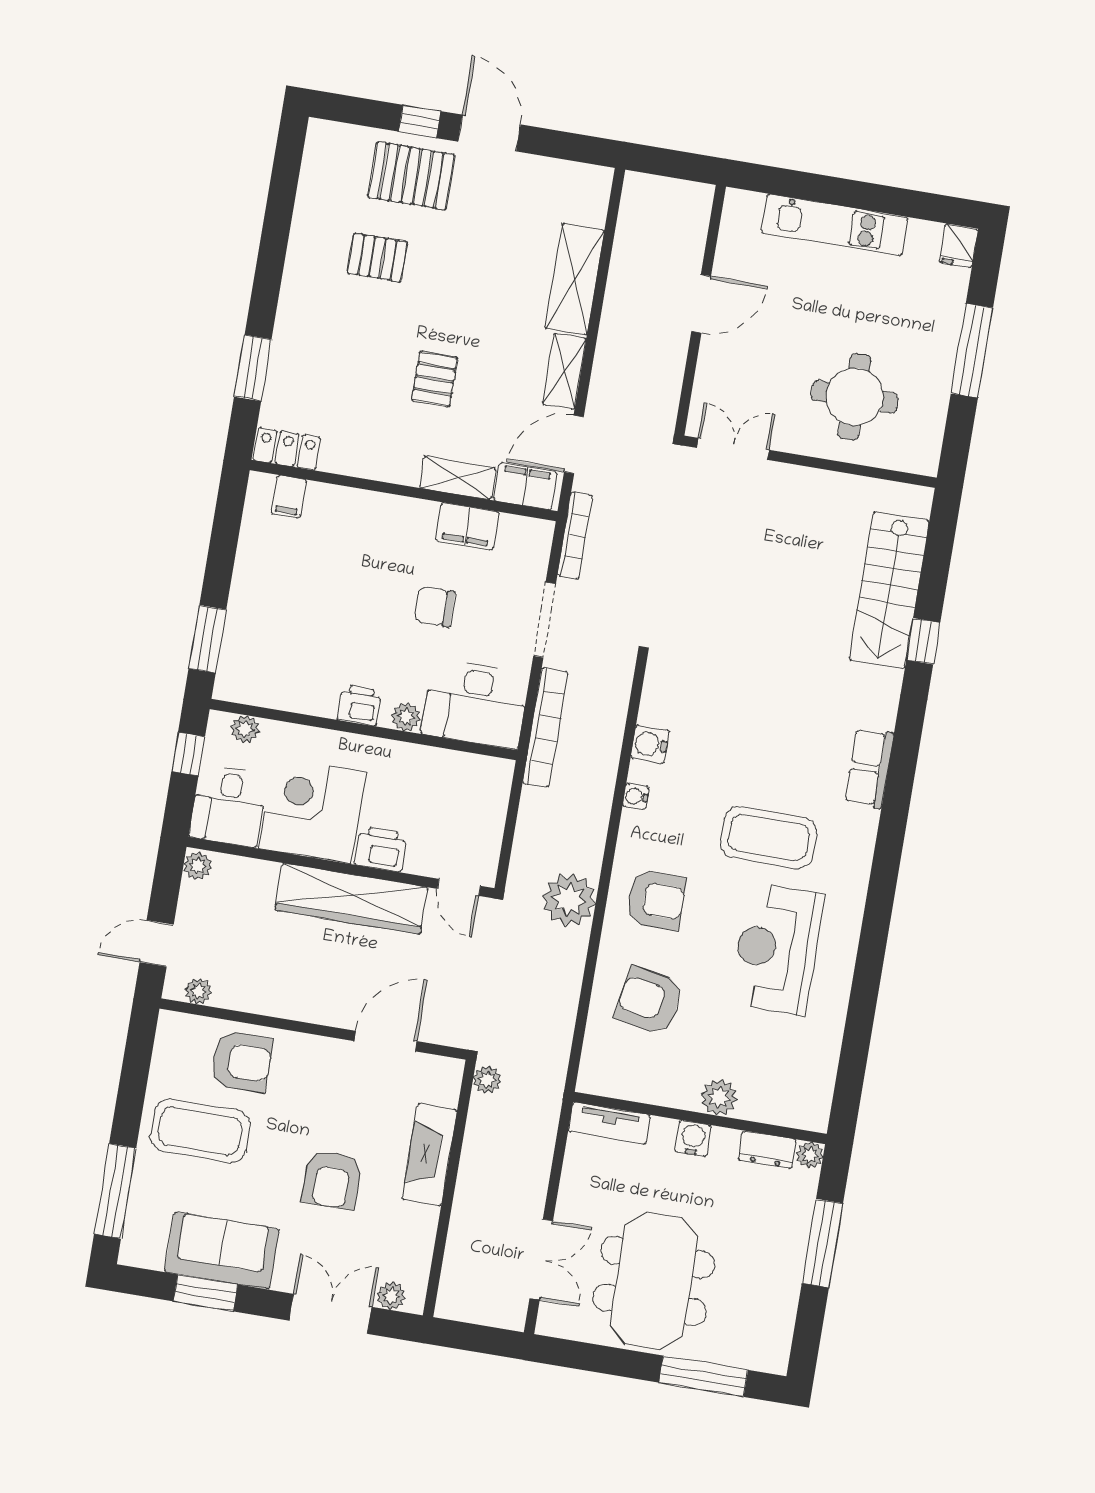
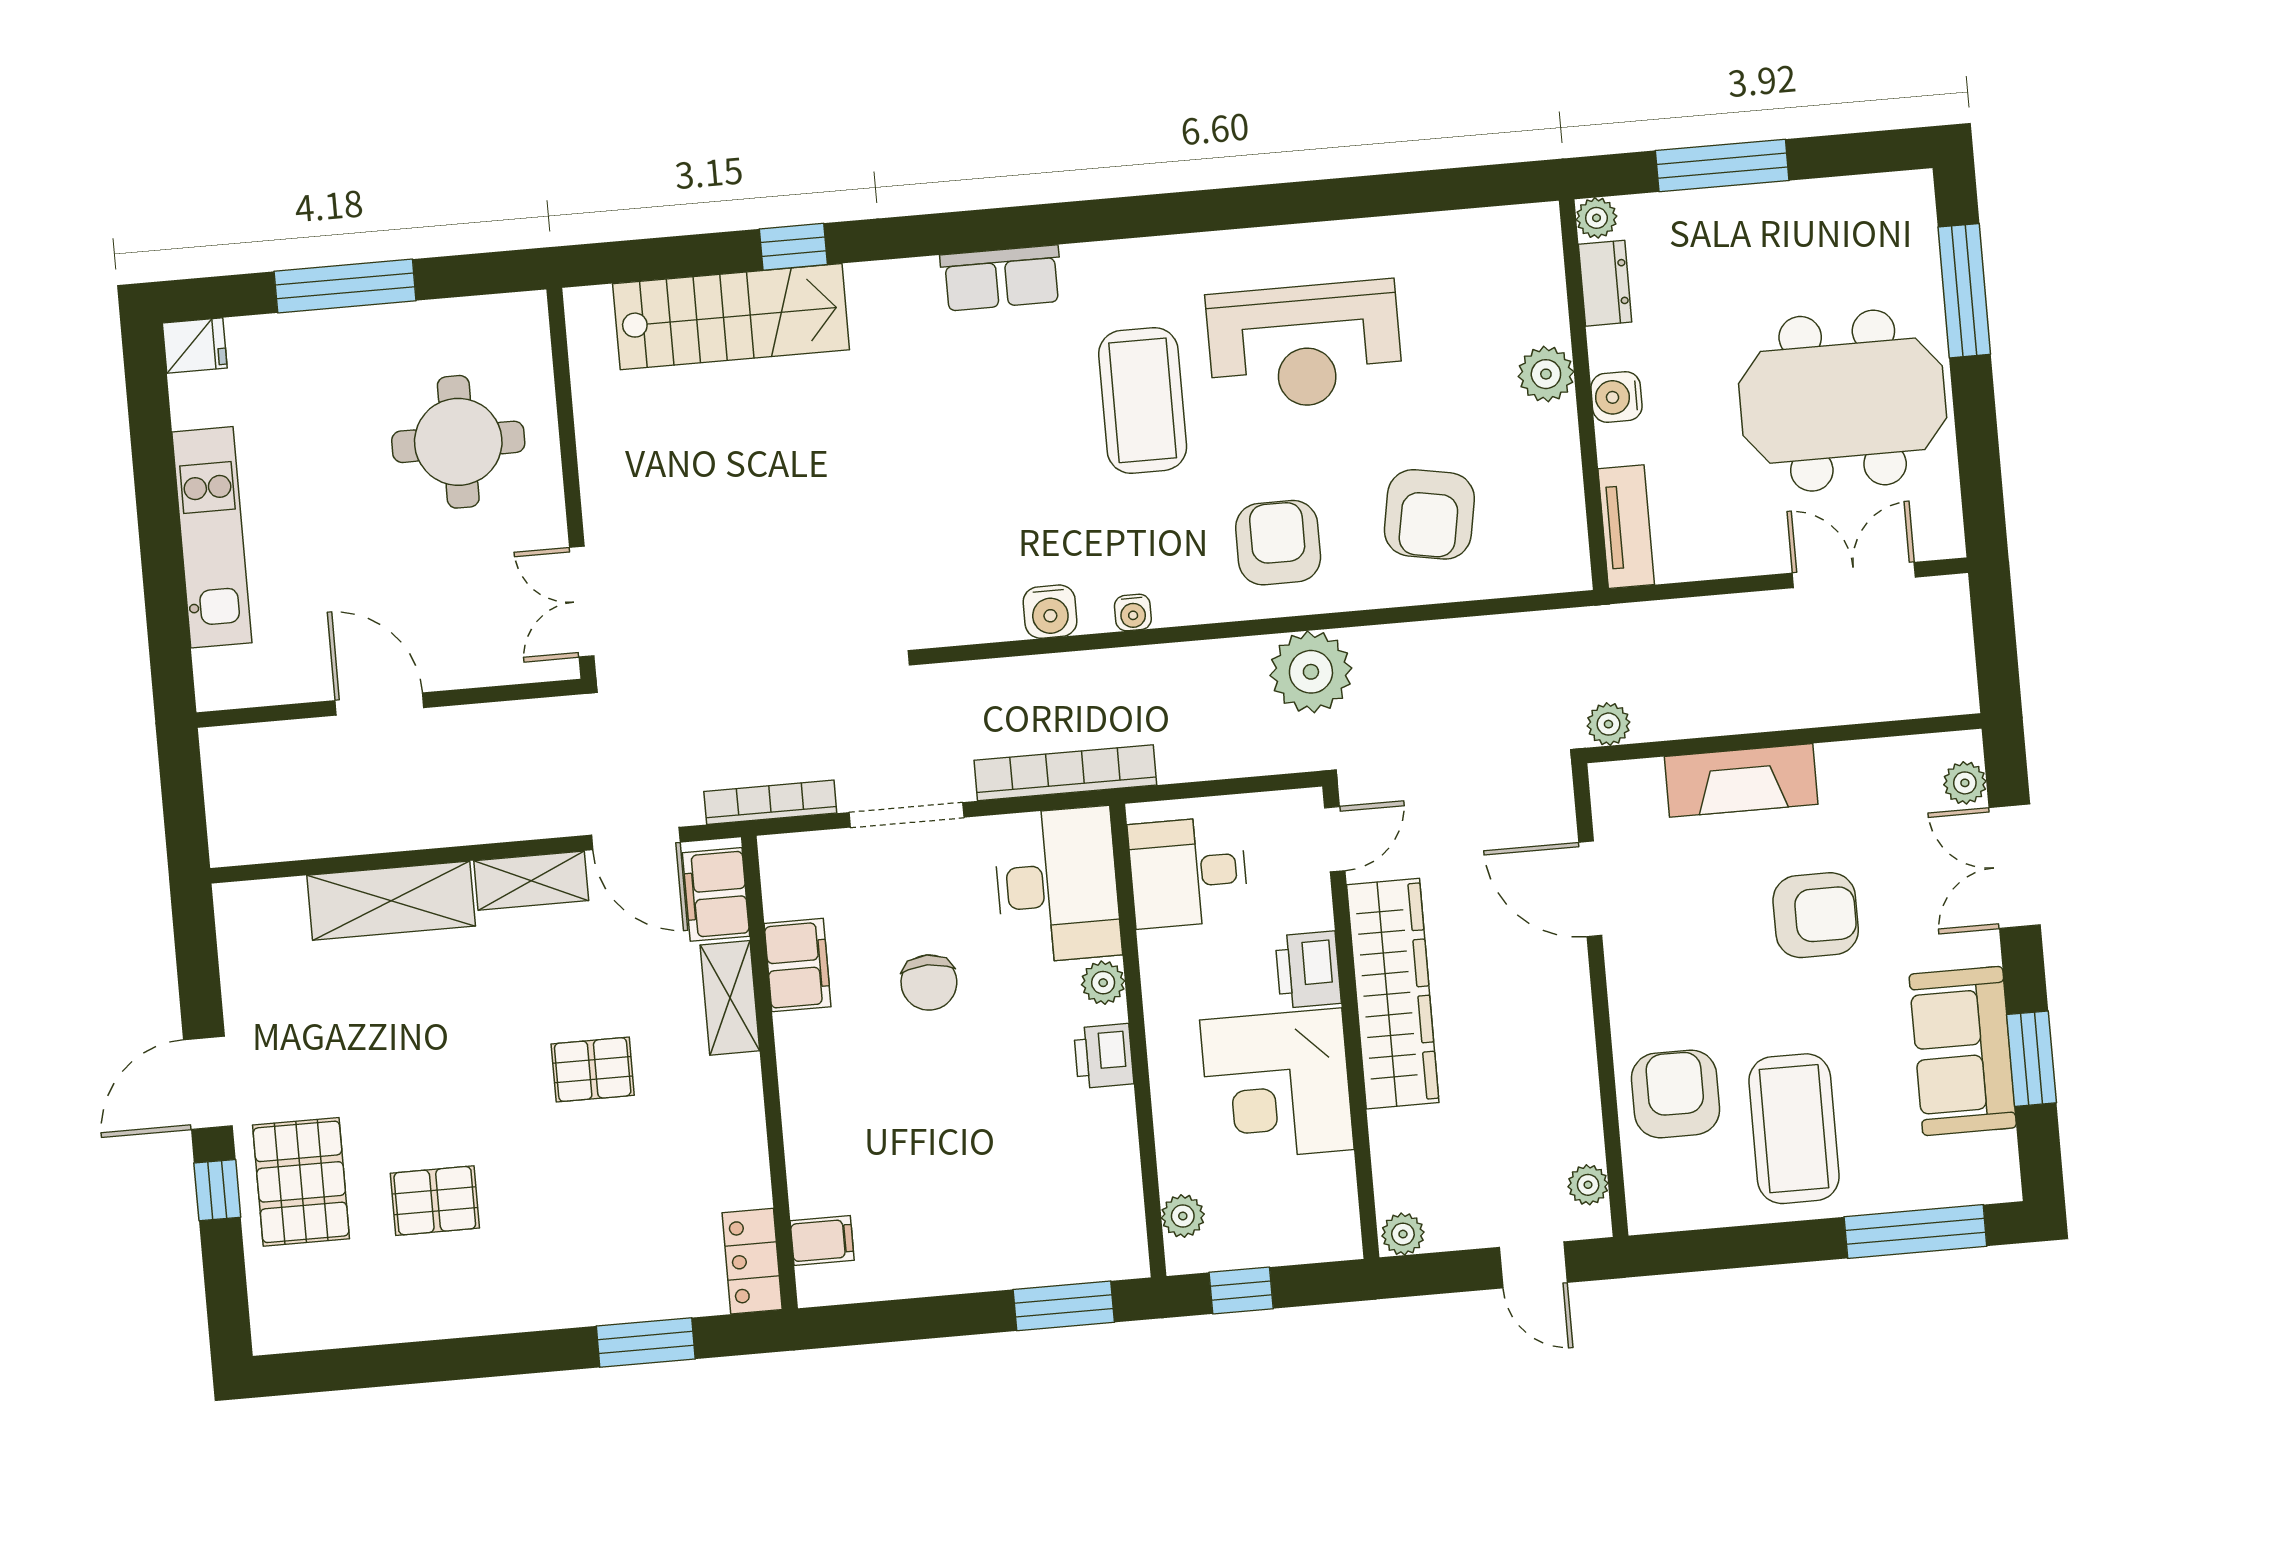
pallet: (377, 258) -> (435, 1201), turned 90
desk: (228, 806) -> (1188, 872), moved, turned 180

